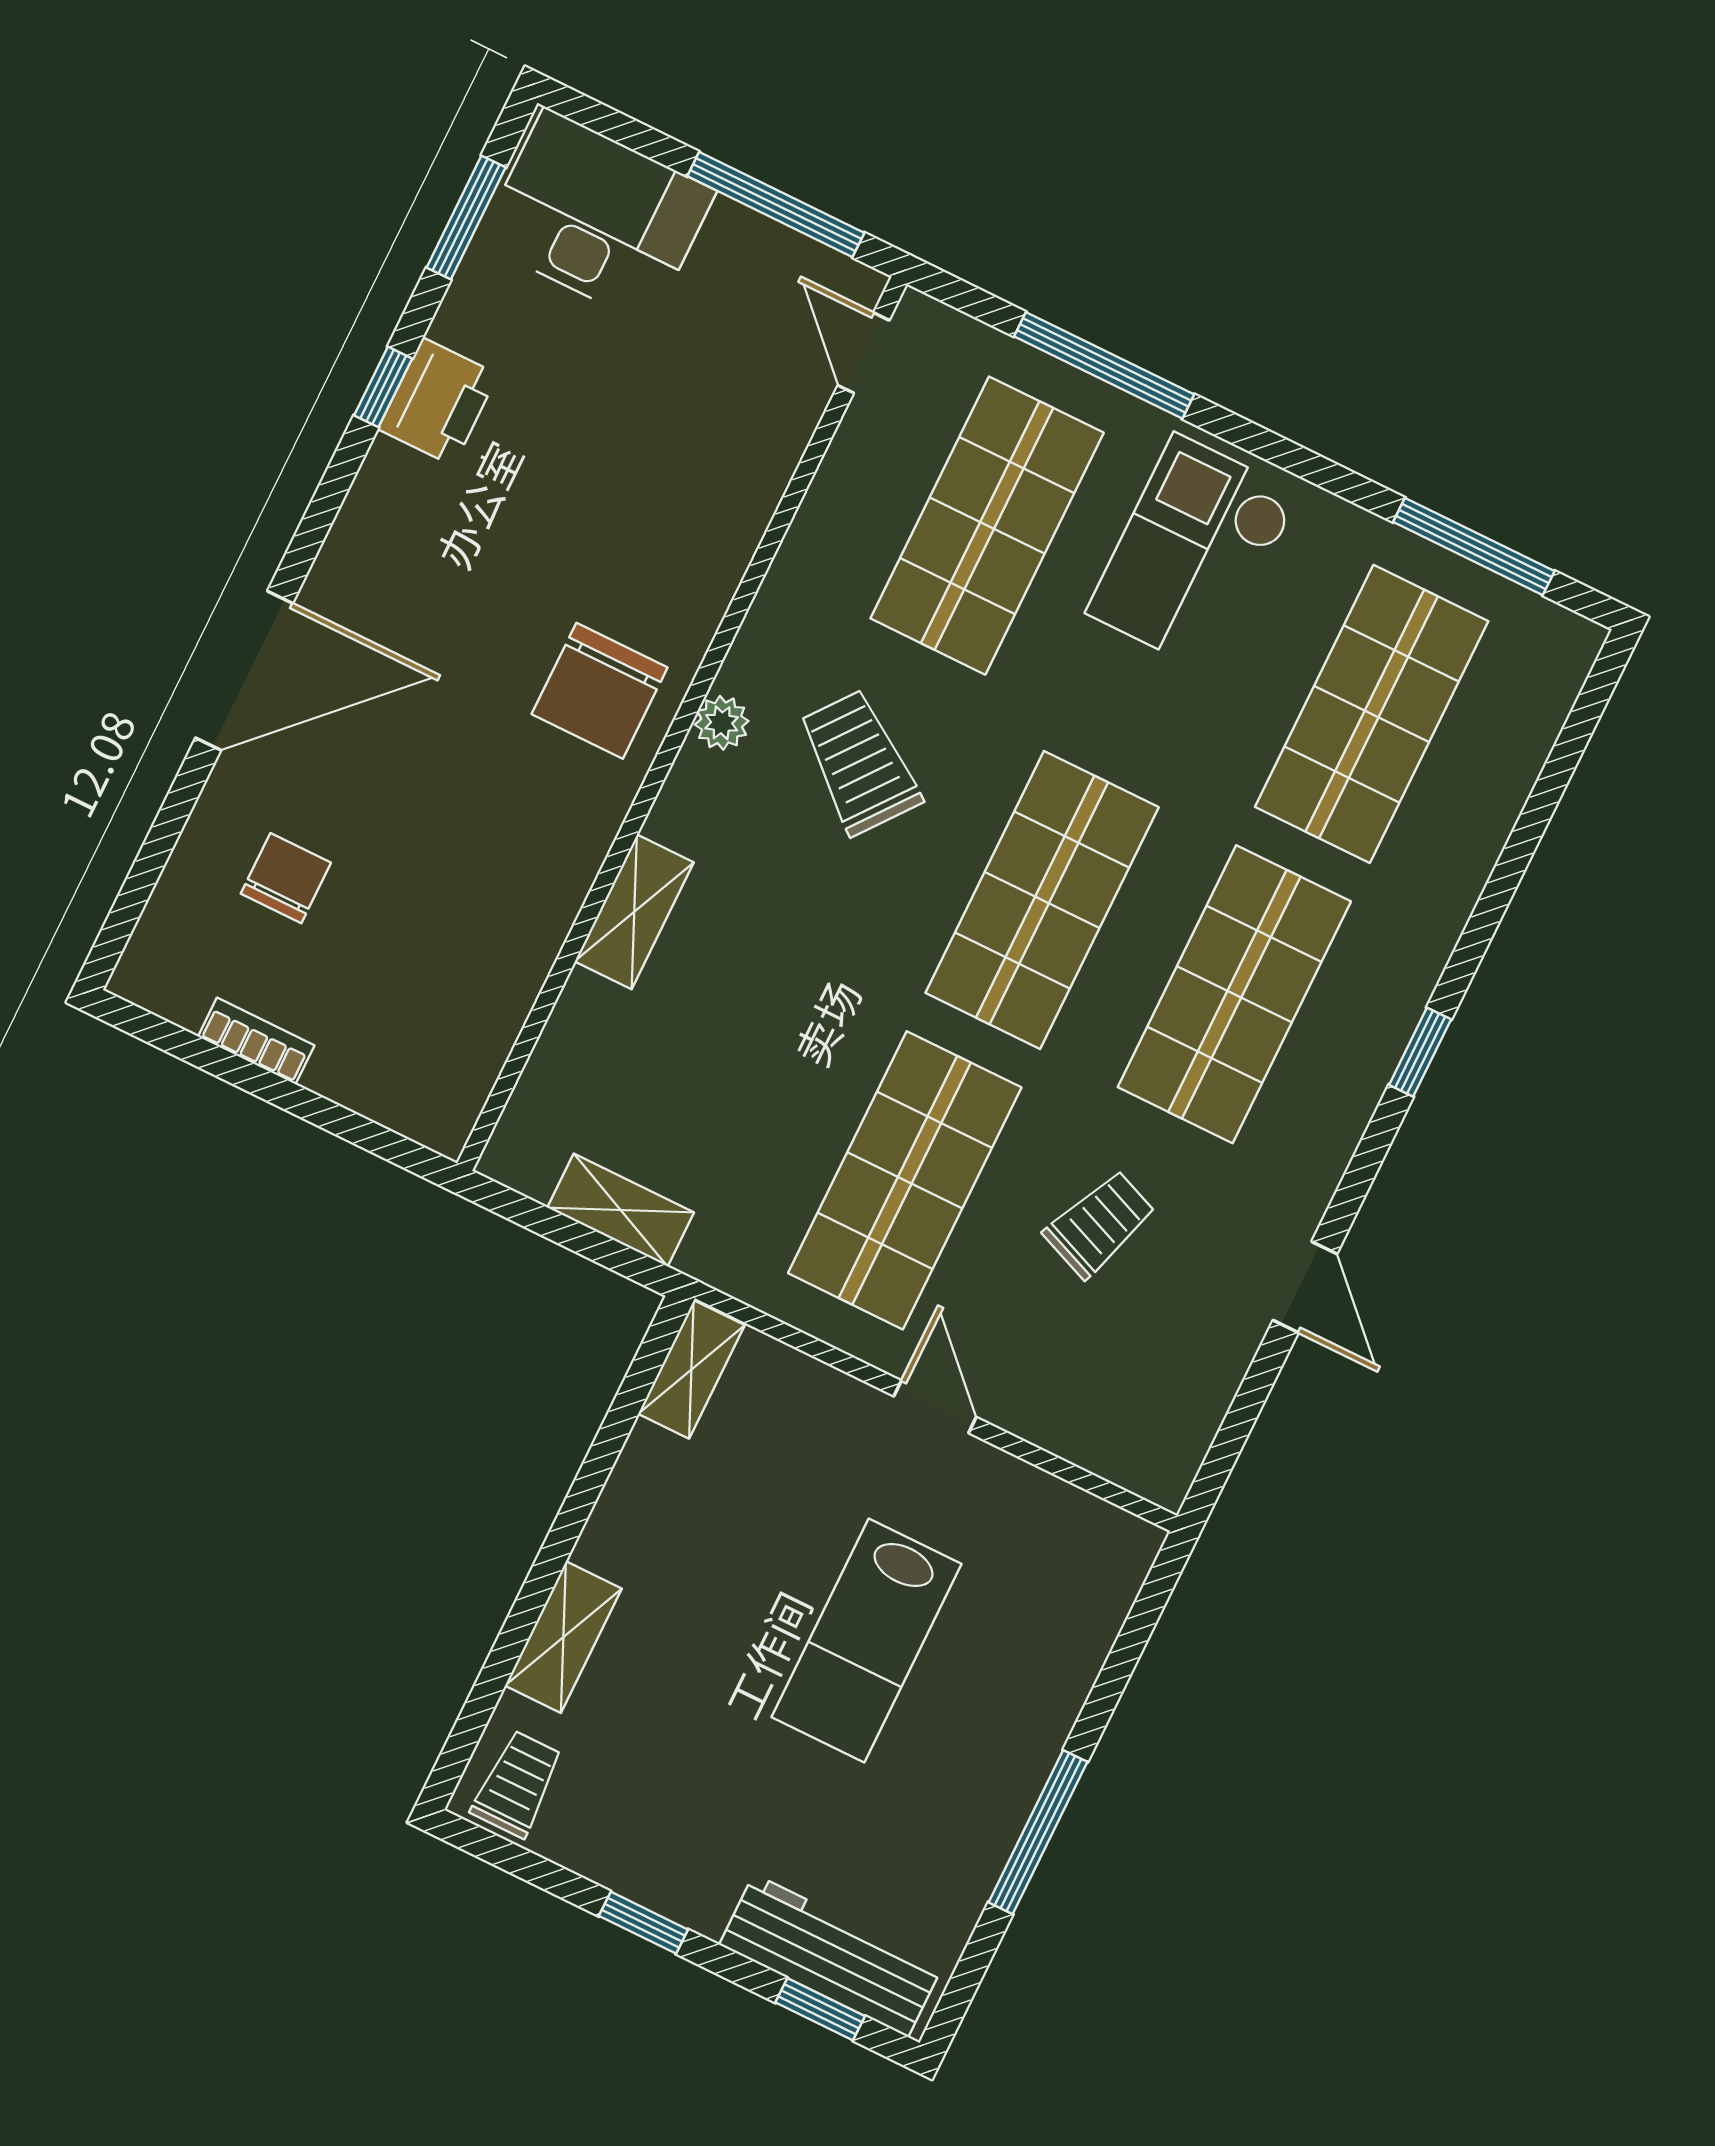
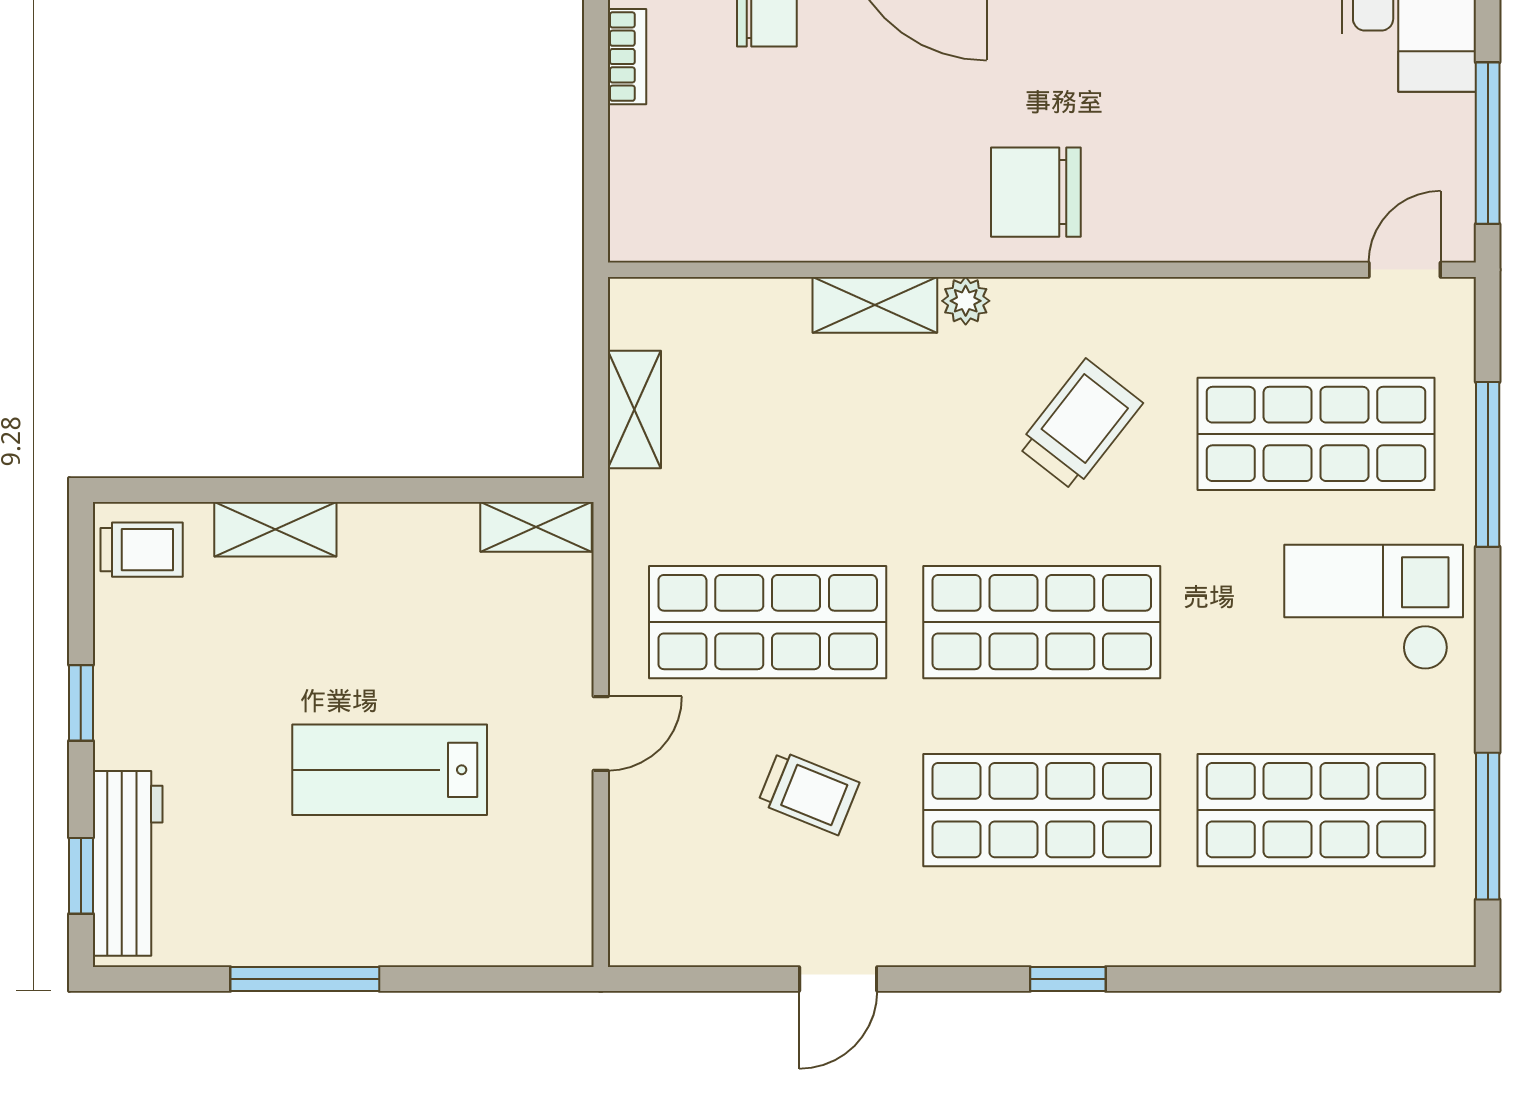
plant: (722, 723) -> (966, 301), moved

